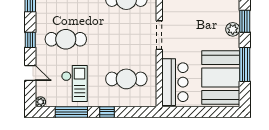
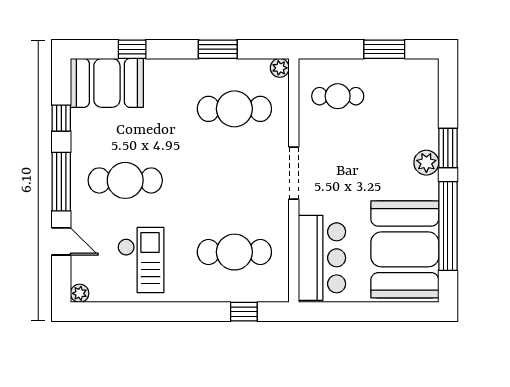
window: (30, 40) -> (61, 182), width x2.17
window: (245, 64) -> (448, 226), width x1.46
window: (71, 112) -> (135, 312), removed
window: (107, 112) -> (244, 312), moved

